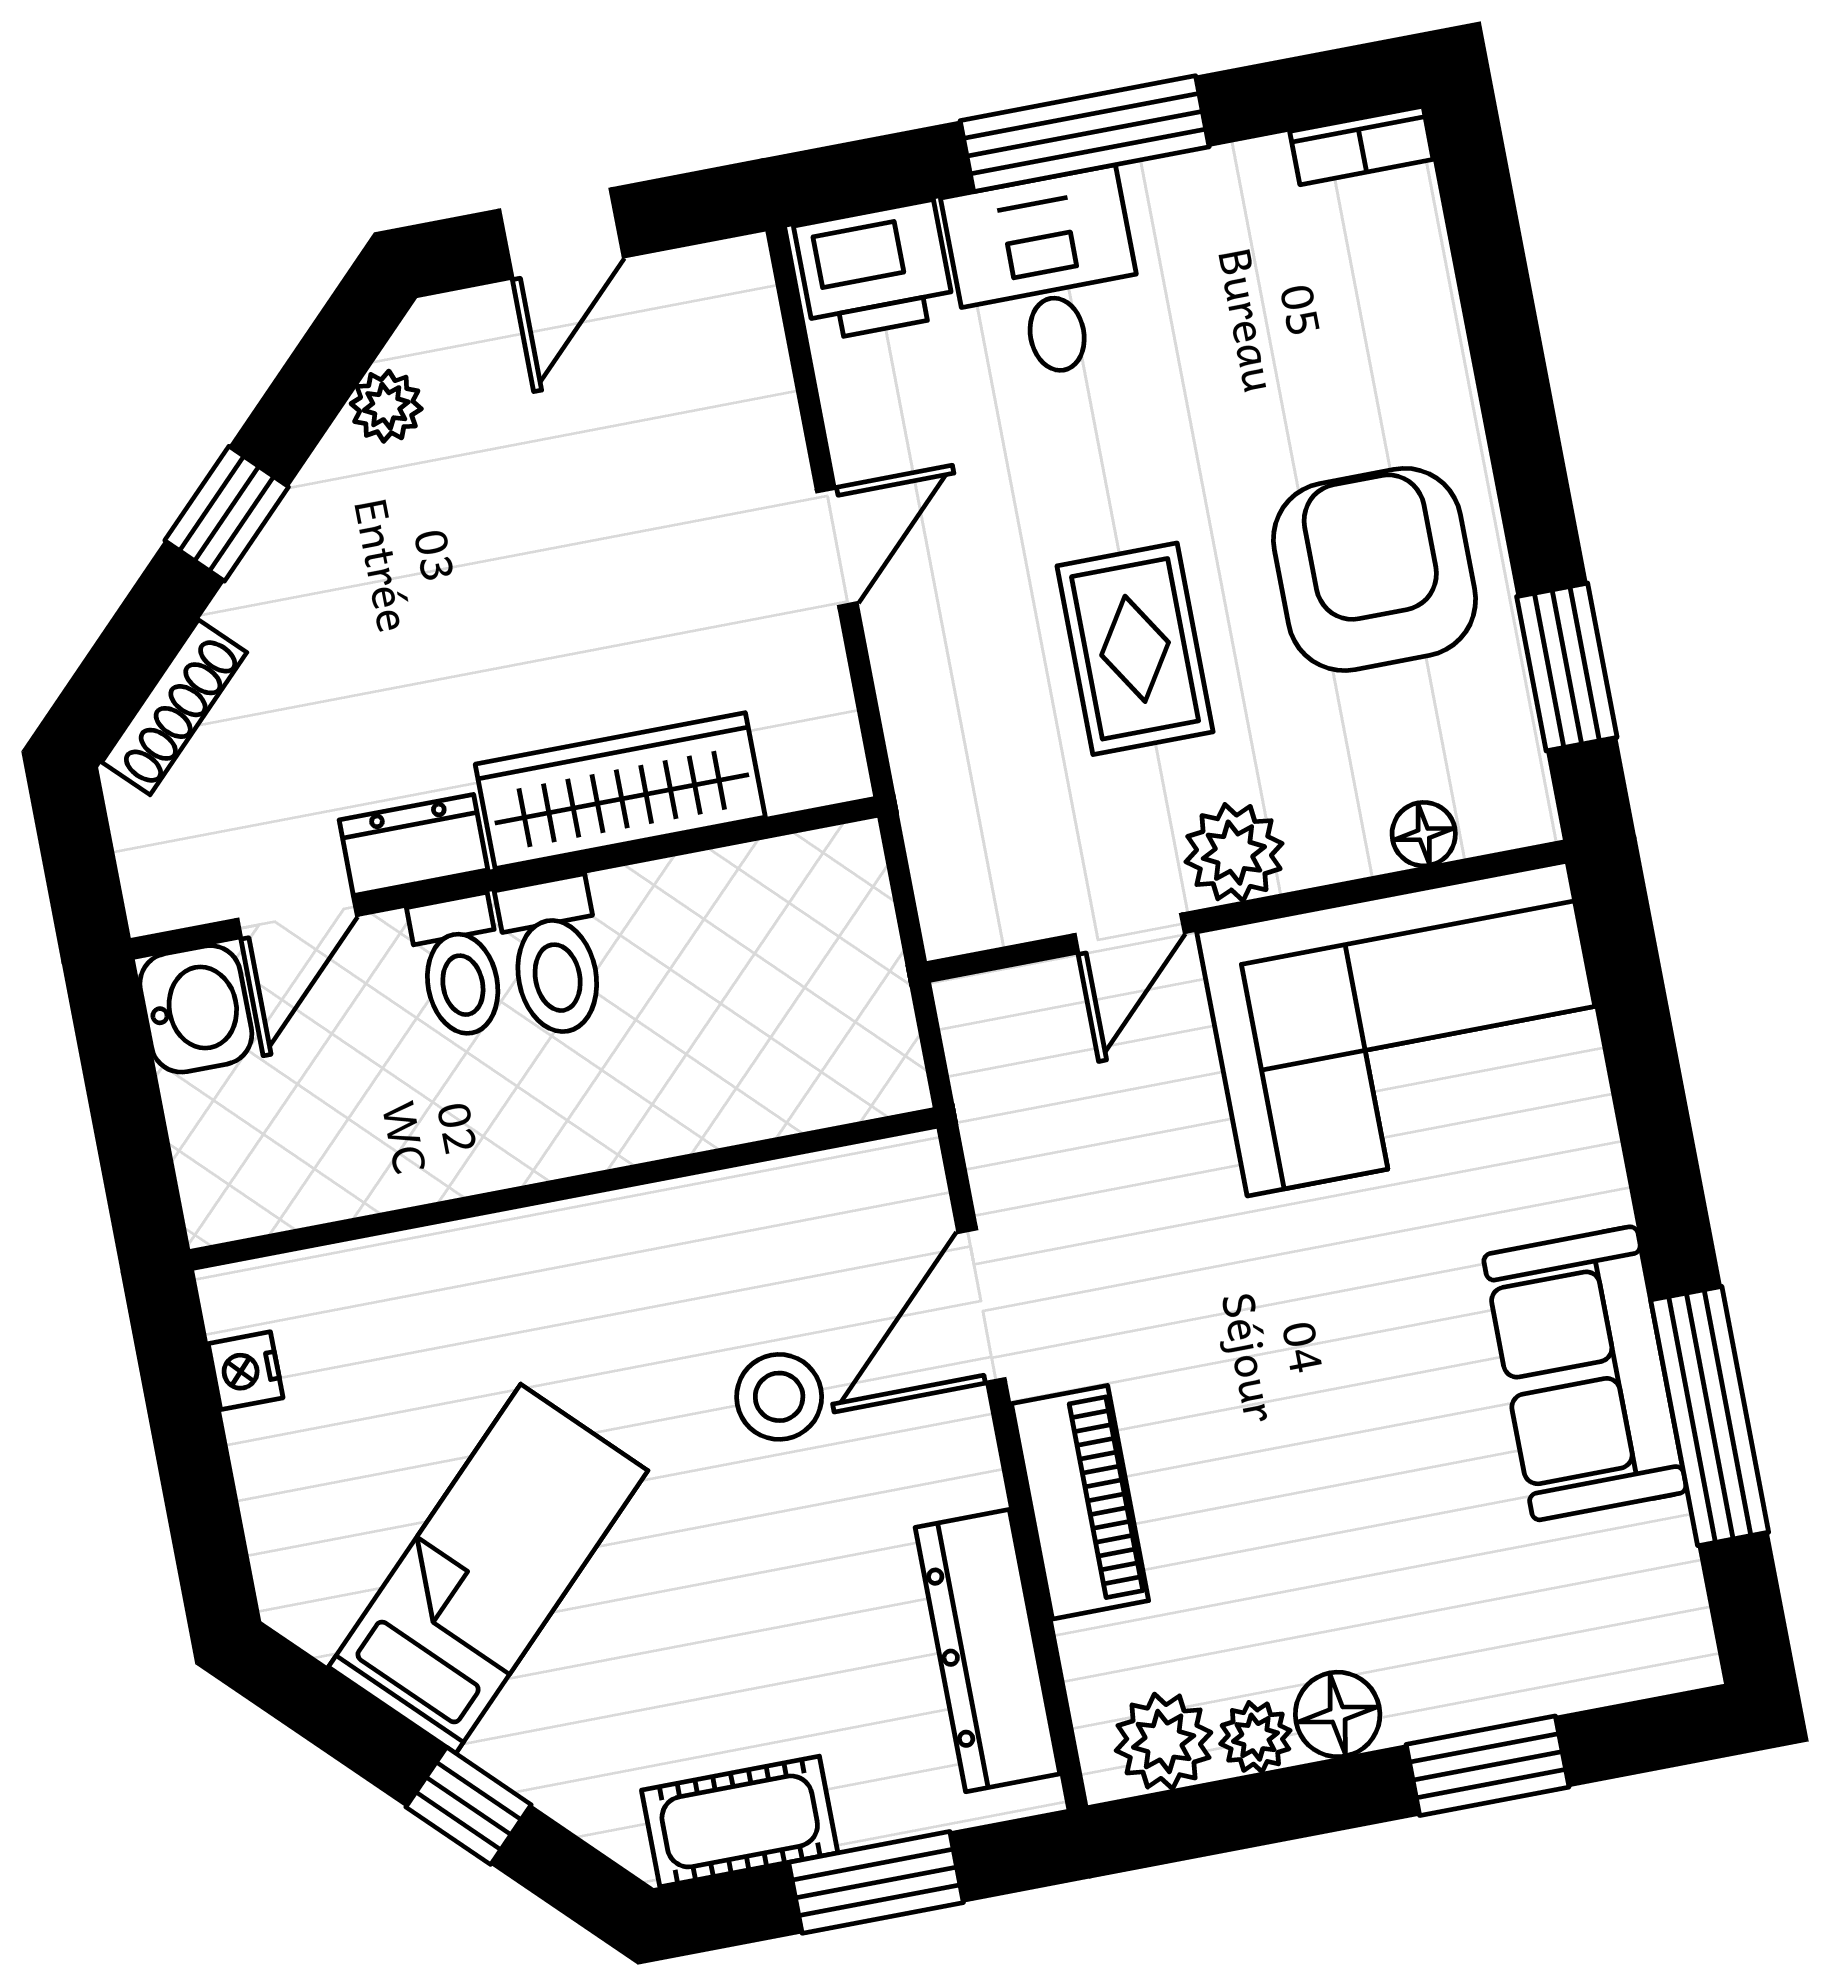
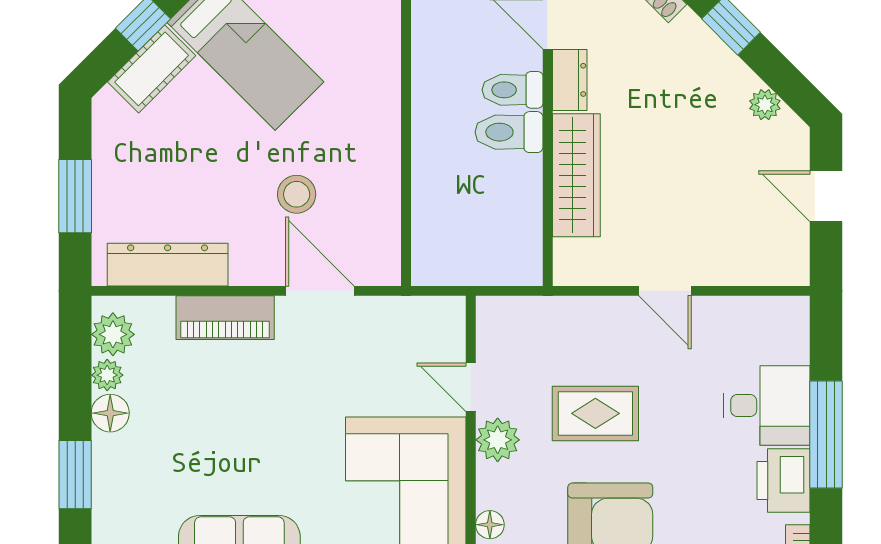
printer: (874, 271) -> (784, 480), moved
cot: (740, 1821) -> (152, 69), moved, turned 45

